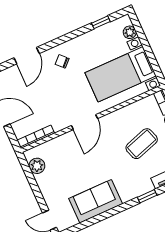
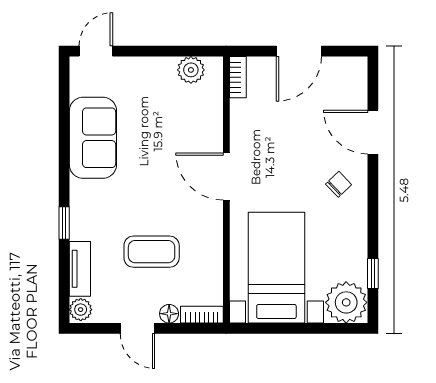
plant: (130, 32) -> (346, 302), width x1.88, depth x1.88
bookcase: (36, 137) -> (238, 77), width x0.64
coffee table: (142, 144) -> (152, 252), turned -72

